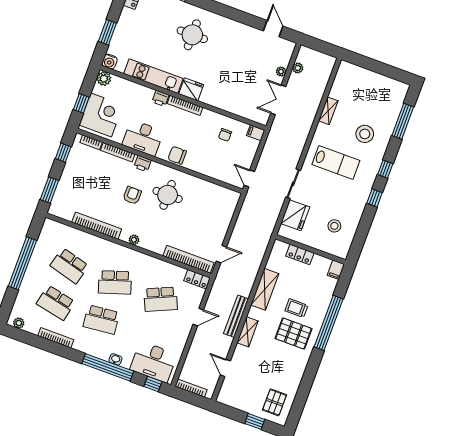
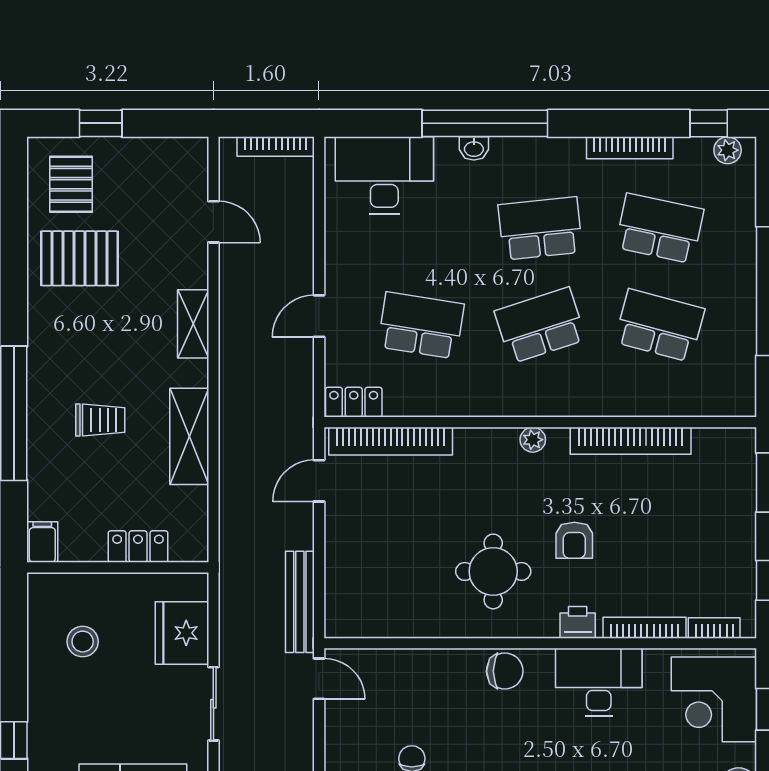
school desk: (161, 299) -> (421, 325), turned 33
bench: (236, 316) -> (300, 602), moved
pallet: (294, 334) -> (79, 258), moved
window: (153, 384) -> (709, 123), moved

